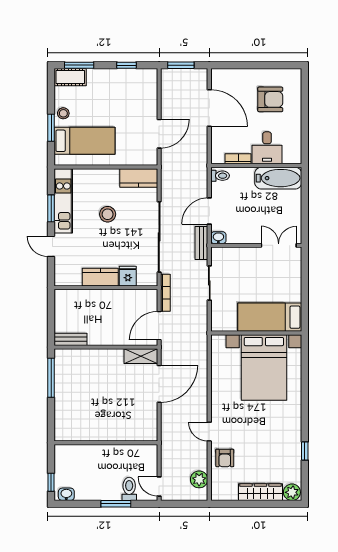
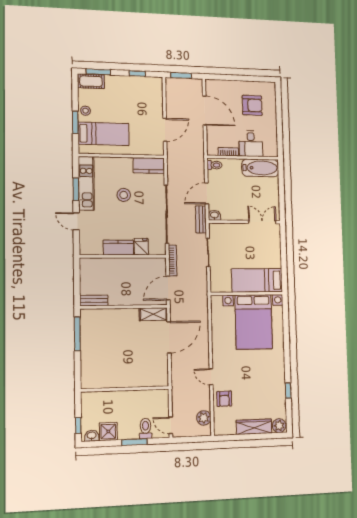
shower: (86, 490) -> (108, 431), added

